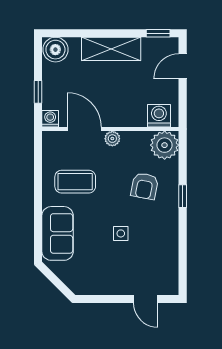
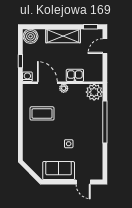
kitchen sink: (131, 116) -> (75, 75), added
washing machine: (159, 116) -> (91, 75), removed
armchair: (145, 186) -> (83, 116), removed
window: (183, 196) -> (105, 122), width x3.17
sofa: (58, 233) -> (59, 171), moved, turned -90

